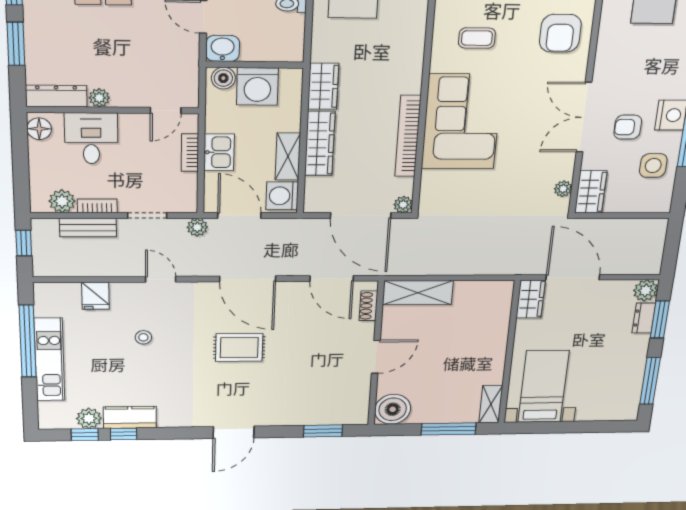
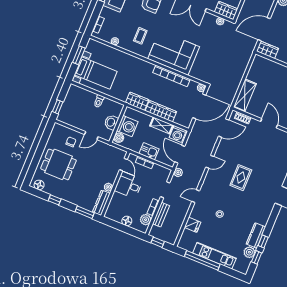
window: (16, 44) -> (85, 212), moved
washbasin: (223, 48) -> (111, 122), moved
floor lamp: (39, 129) -> (127, 221), moved
desk: (91, 138) -> (129, 185), moved
door: (239, 216) -> (180, 154), hinge flipped
door: (248, 279) -> (210, 162), width x0.53

